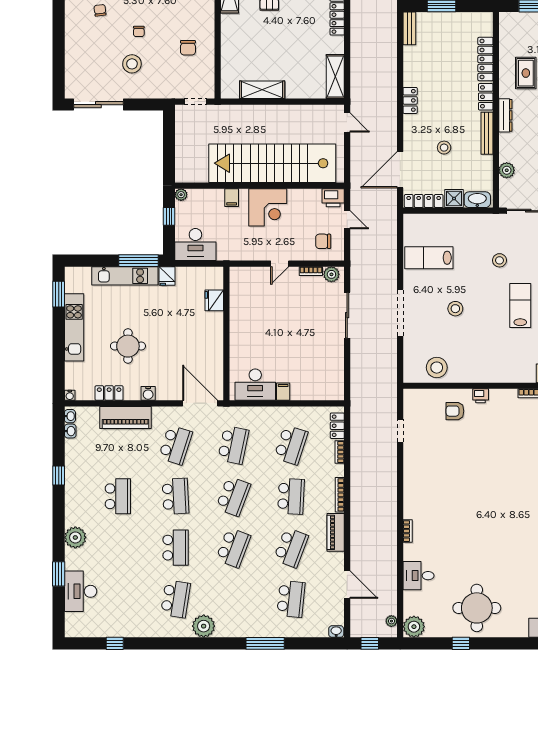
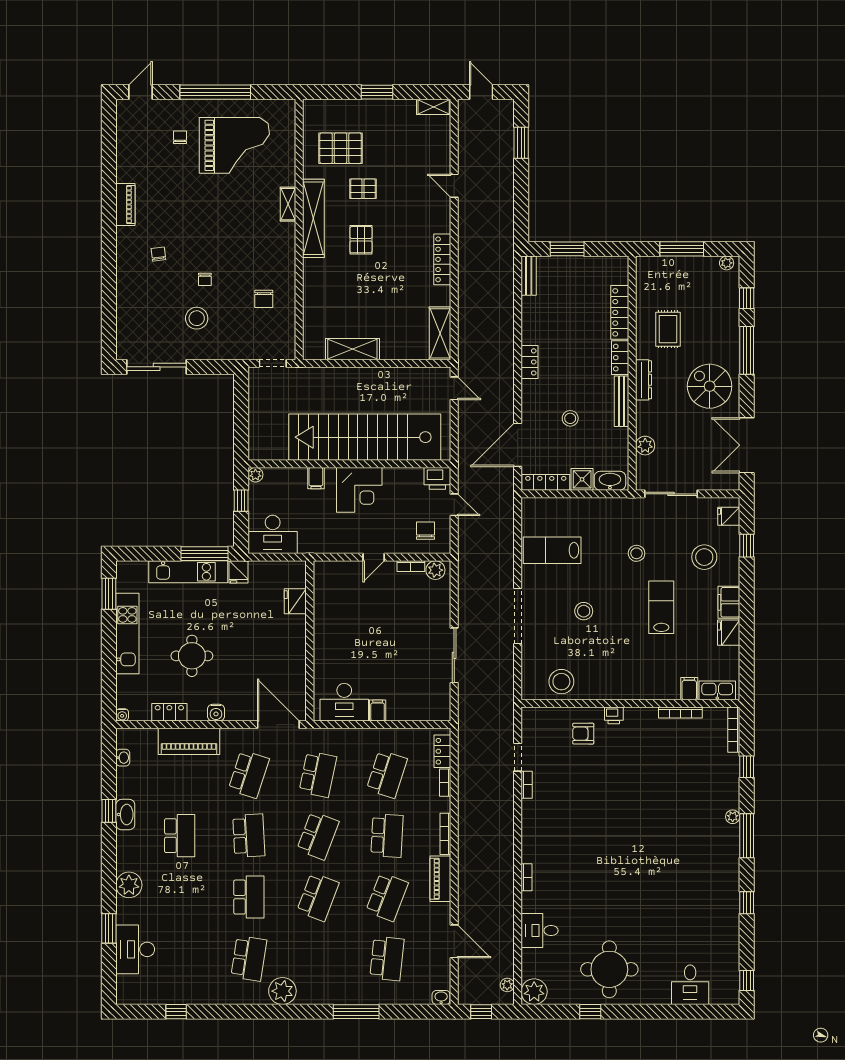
chair: (323, 241) -> (426, 531), turned 90
sliding door: (347, 315) -> (454, 655), moved
washbasin: (70, 416) -> (125, 815), moved, width x1.91, depth x1.45
bookcase: (408, 454) -> (527, 785), added

